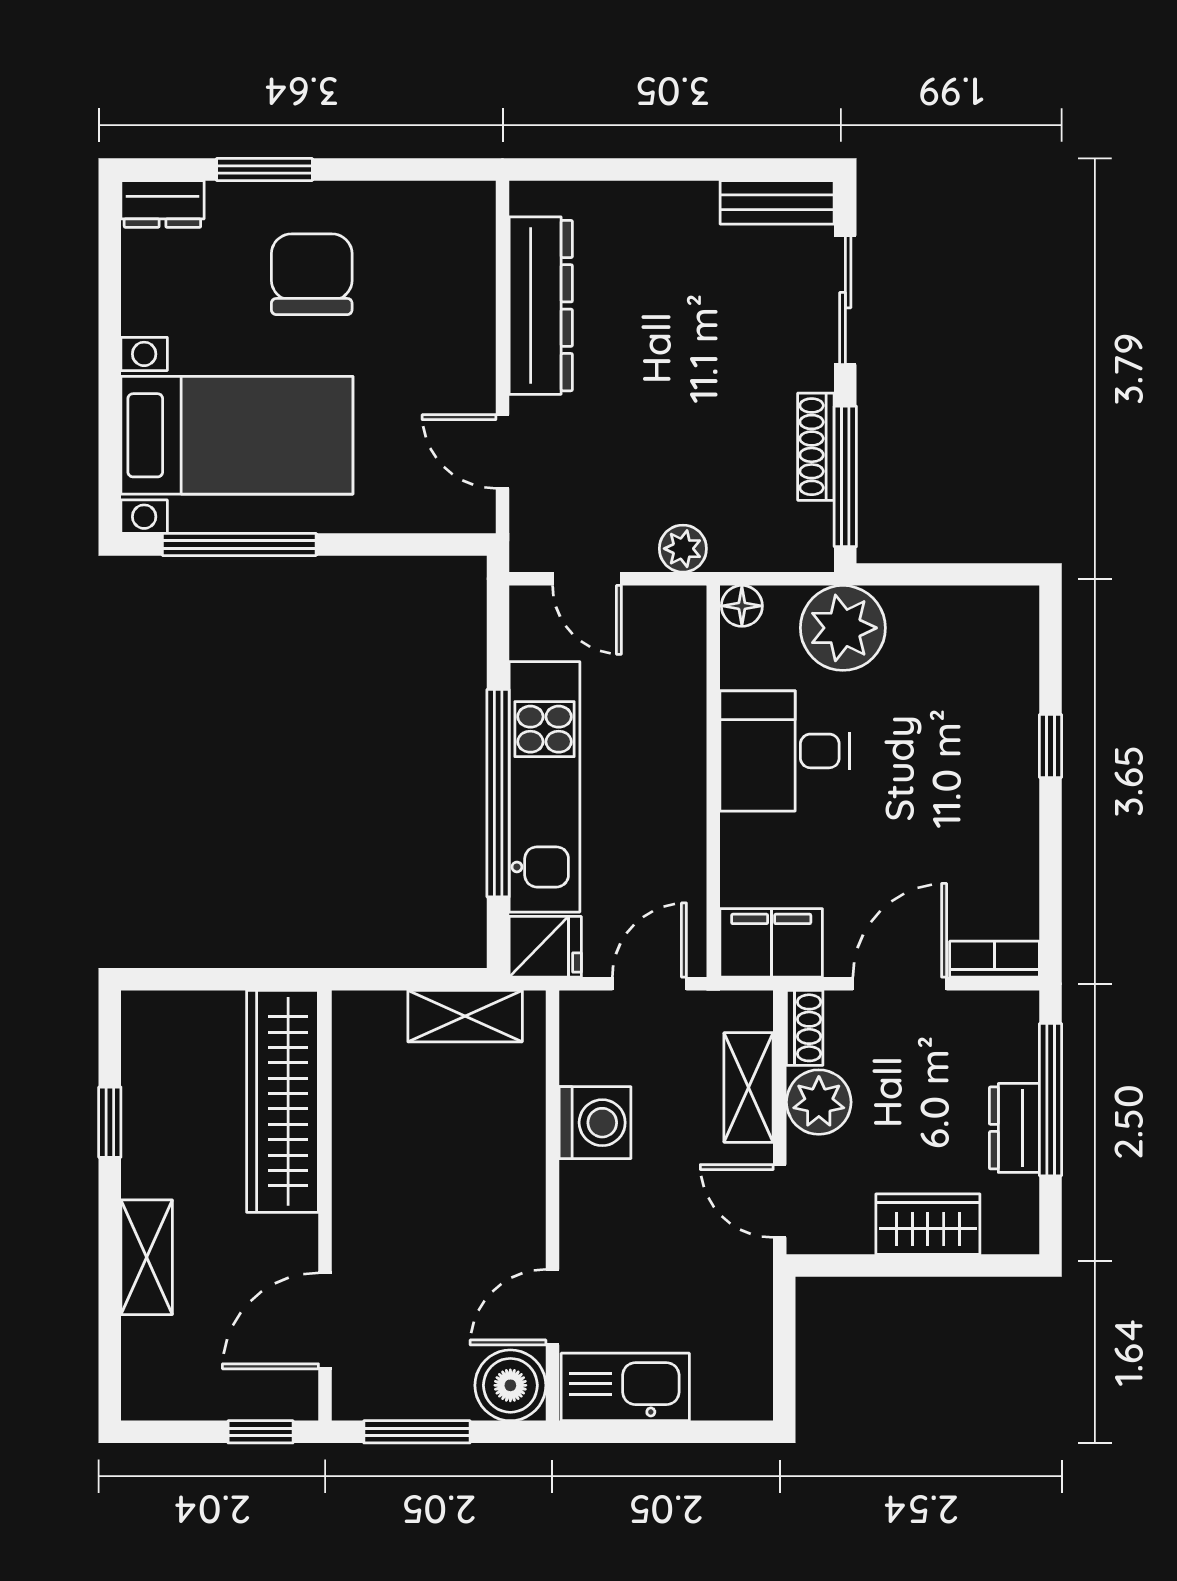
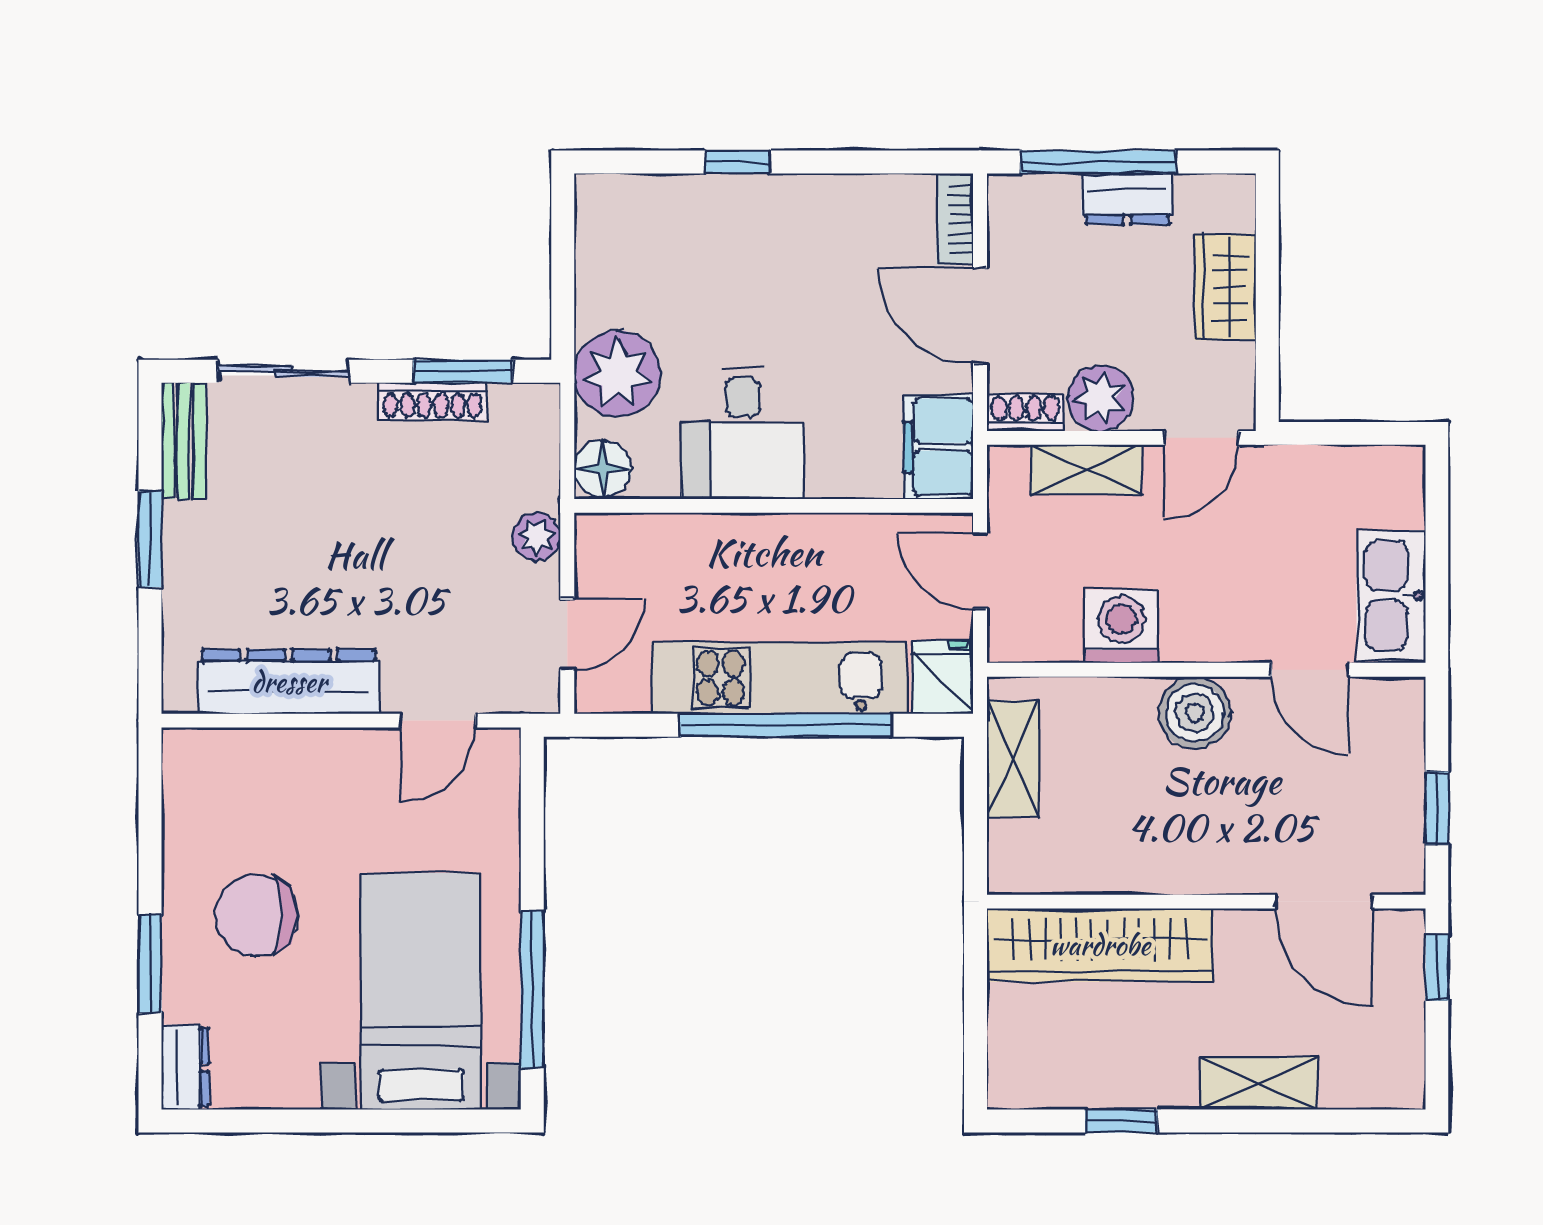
window: (680, 169) -> (150, 539), added
window: (845, 476) -> (463, 371), width x0.69
floor lamp: (742, 606) -> (603, 469), width x1.37, depth x1.37
boiler: (510, 1385) -> (1195, 713), moved
window: (417, 1432) -> (1437, 808), width x0.67

